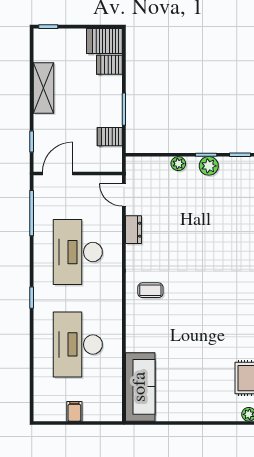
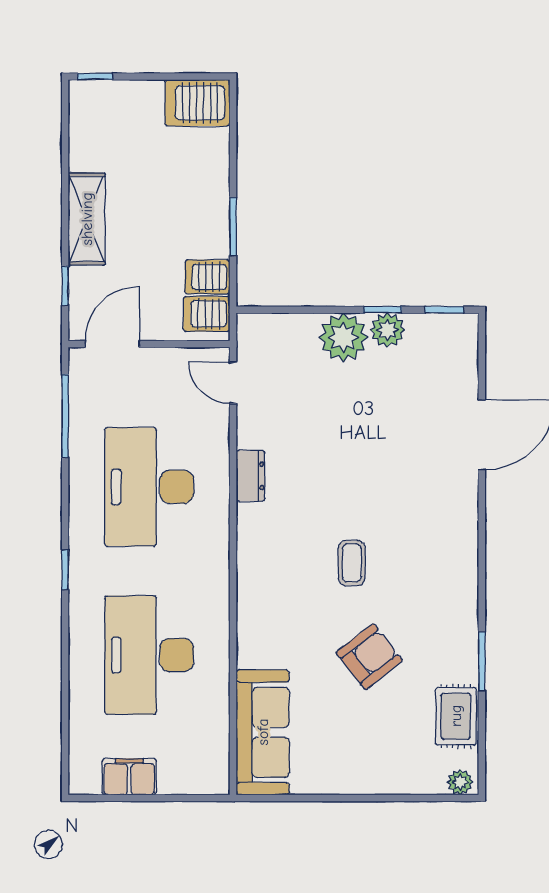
server rack: (109, 65) -> (207, 314), moved
shelving: (43, 88) -> (87, 219), moved
plant: (178, 164) -> (343, 337), width x1.88, depth x1.88
dresser: (134, 230) -> (251, 476), moved
coffee table: (150, 290) -> (352, 563), moved, turned 90
armchair: (199, 345) -> (369, 656), added
filing cabinet: (74, 411) -> (129, 777), width x2.00

